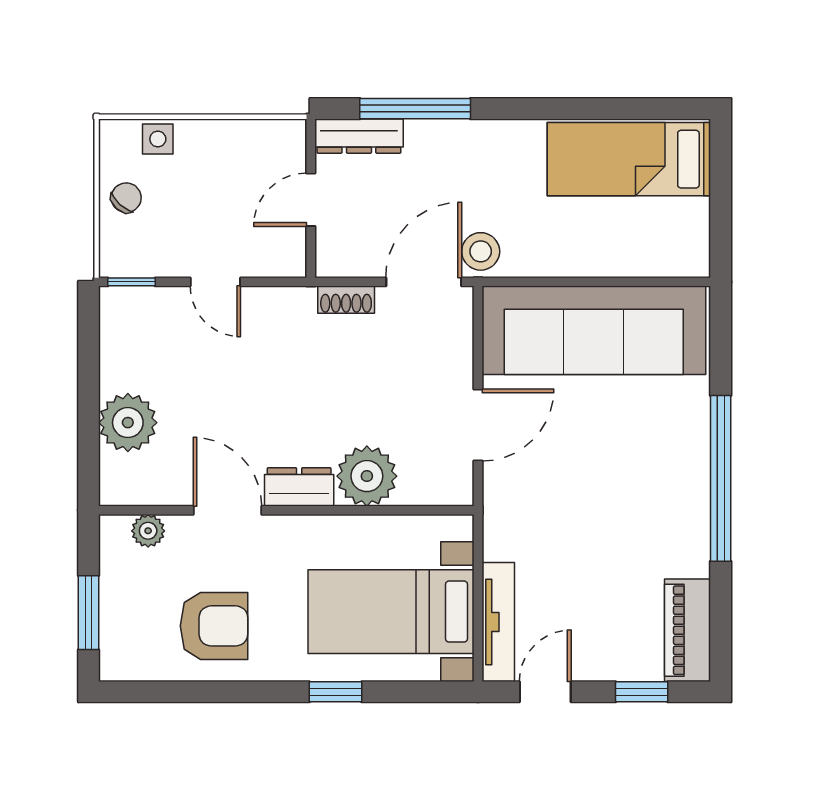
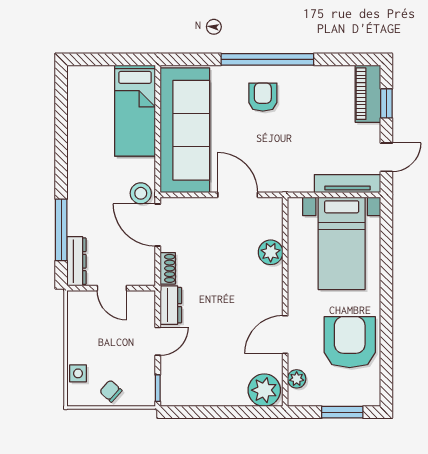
bed: (629, 159) -> (135, 111), moved
plant: (128, 423) -> (264, 390), moved
armchair: (653, 470) -> (263, 97), added
plant: (367, 476) -> (271, 252), width x0.73, depth x0.73
dresser: (299, 487) -> (171, 305), moved, turned 180
armchair: (214, 626) -> (350, 342), width x1.36, depth x1.36
piano: (687, 630) -> (368, 94), moved, turned 90
window: (335, 692) -> (386, 274), removed
door: (545, 692) -> (386, 157), swing flipped

